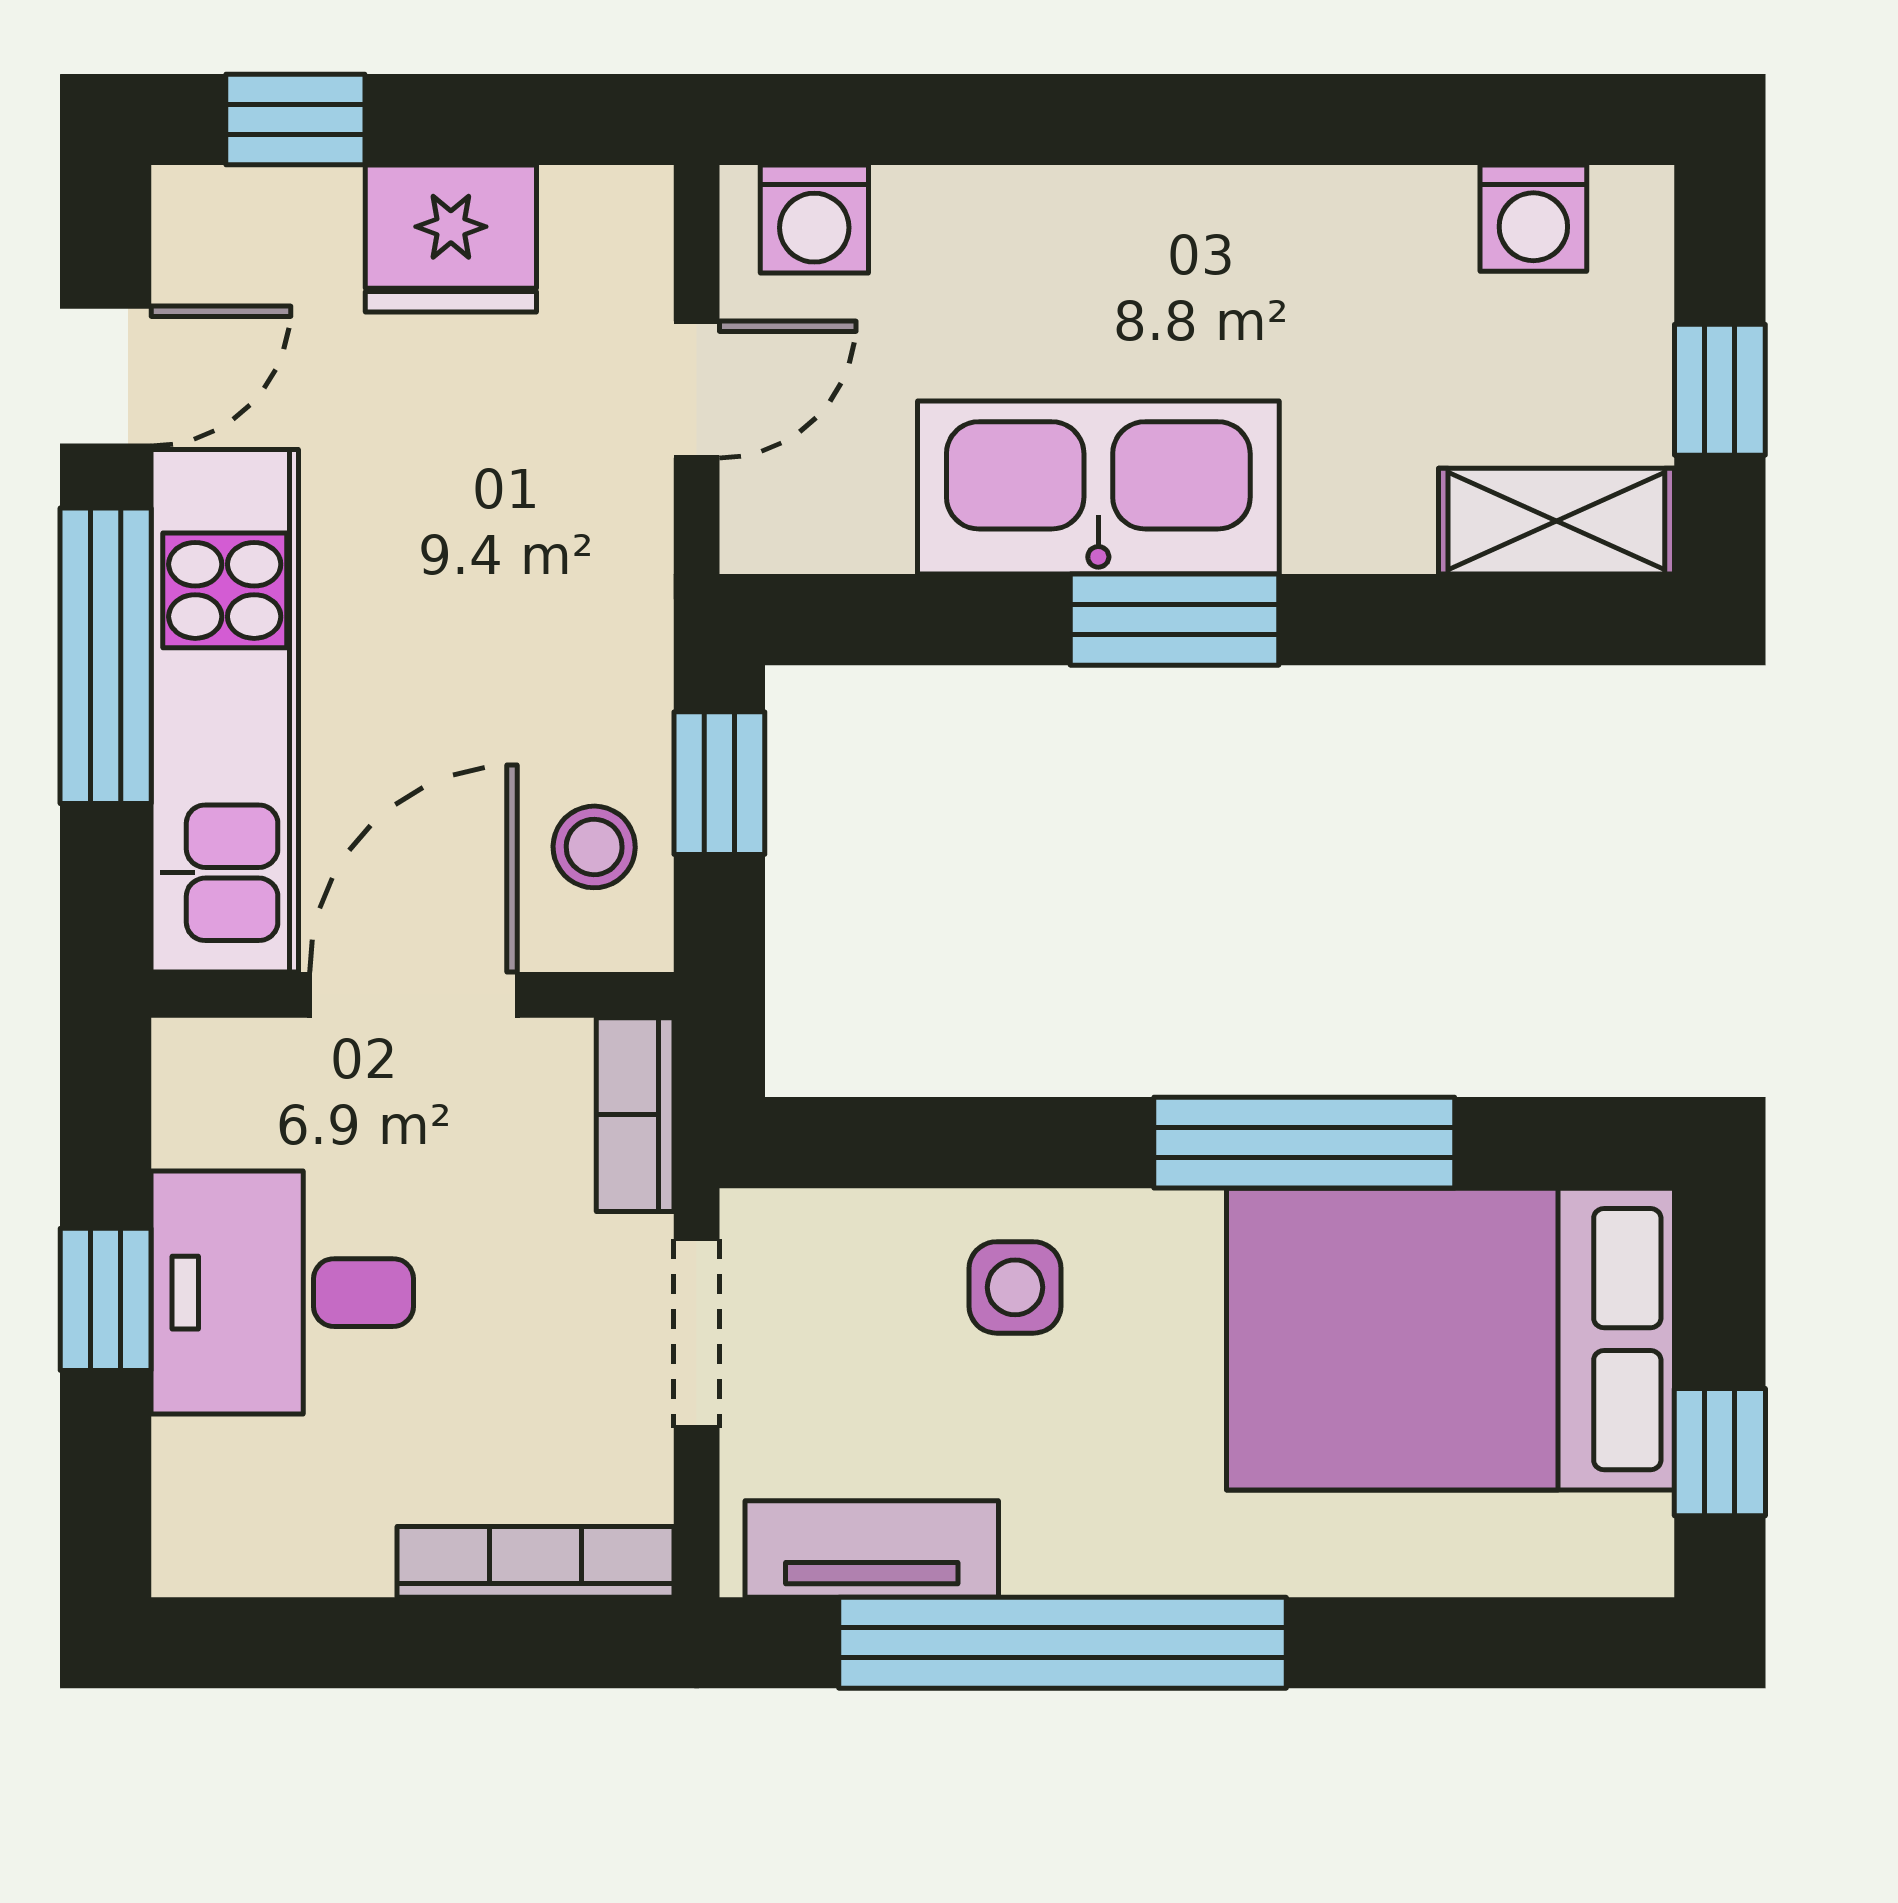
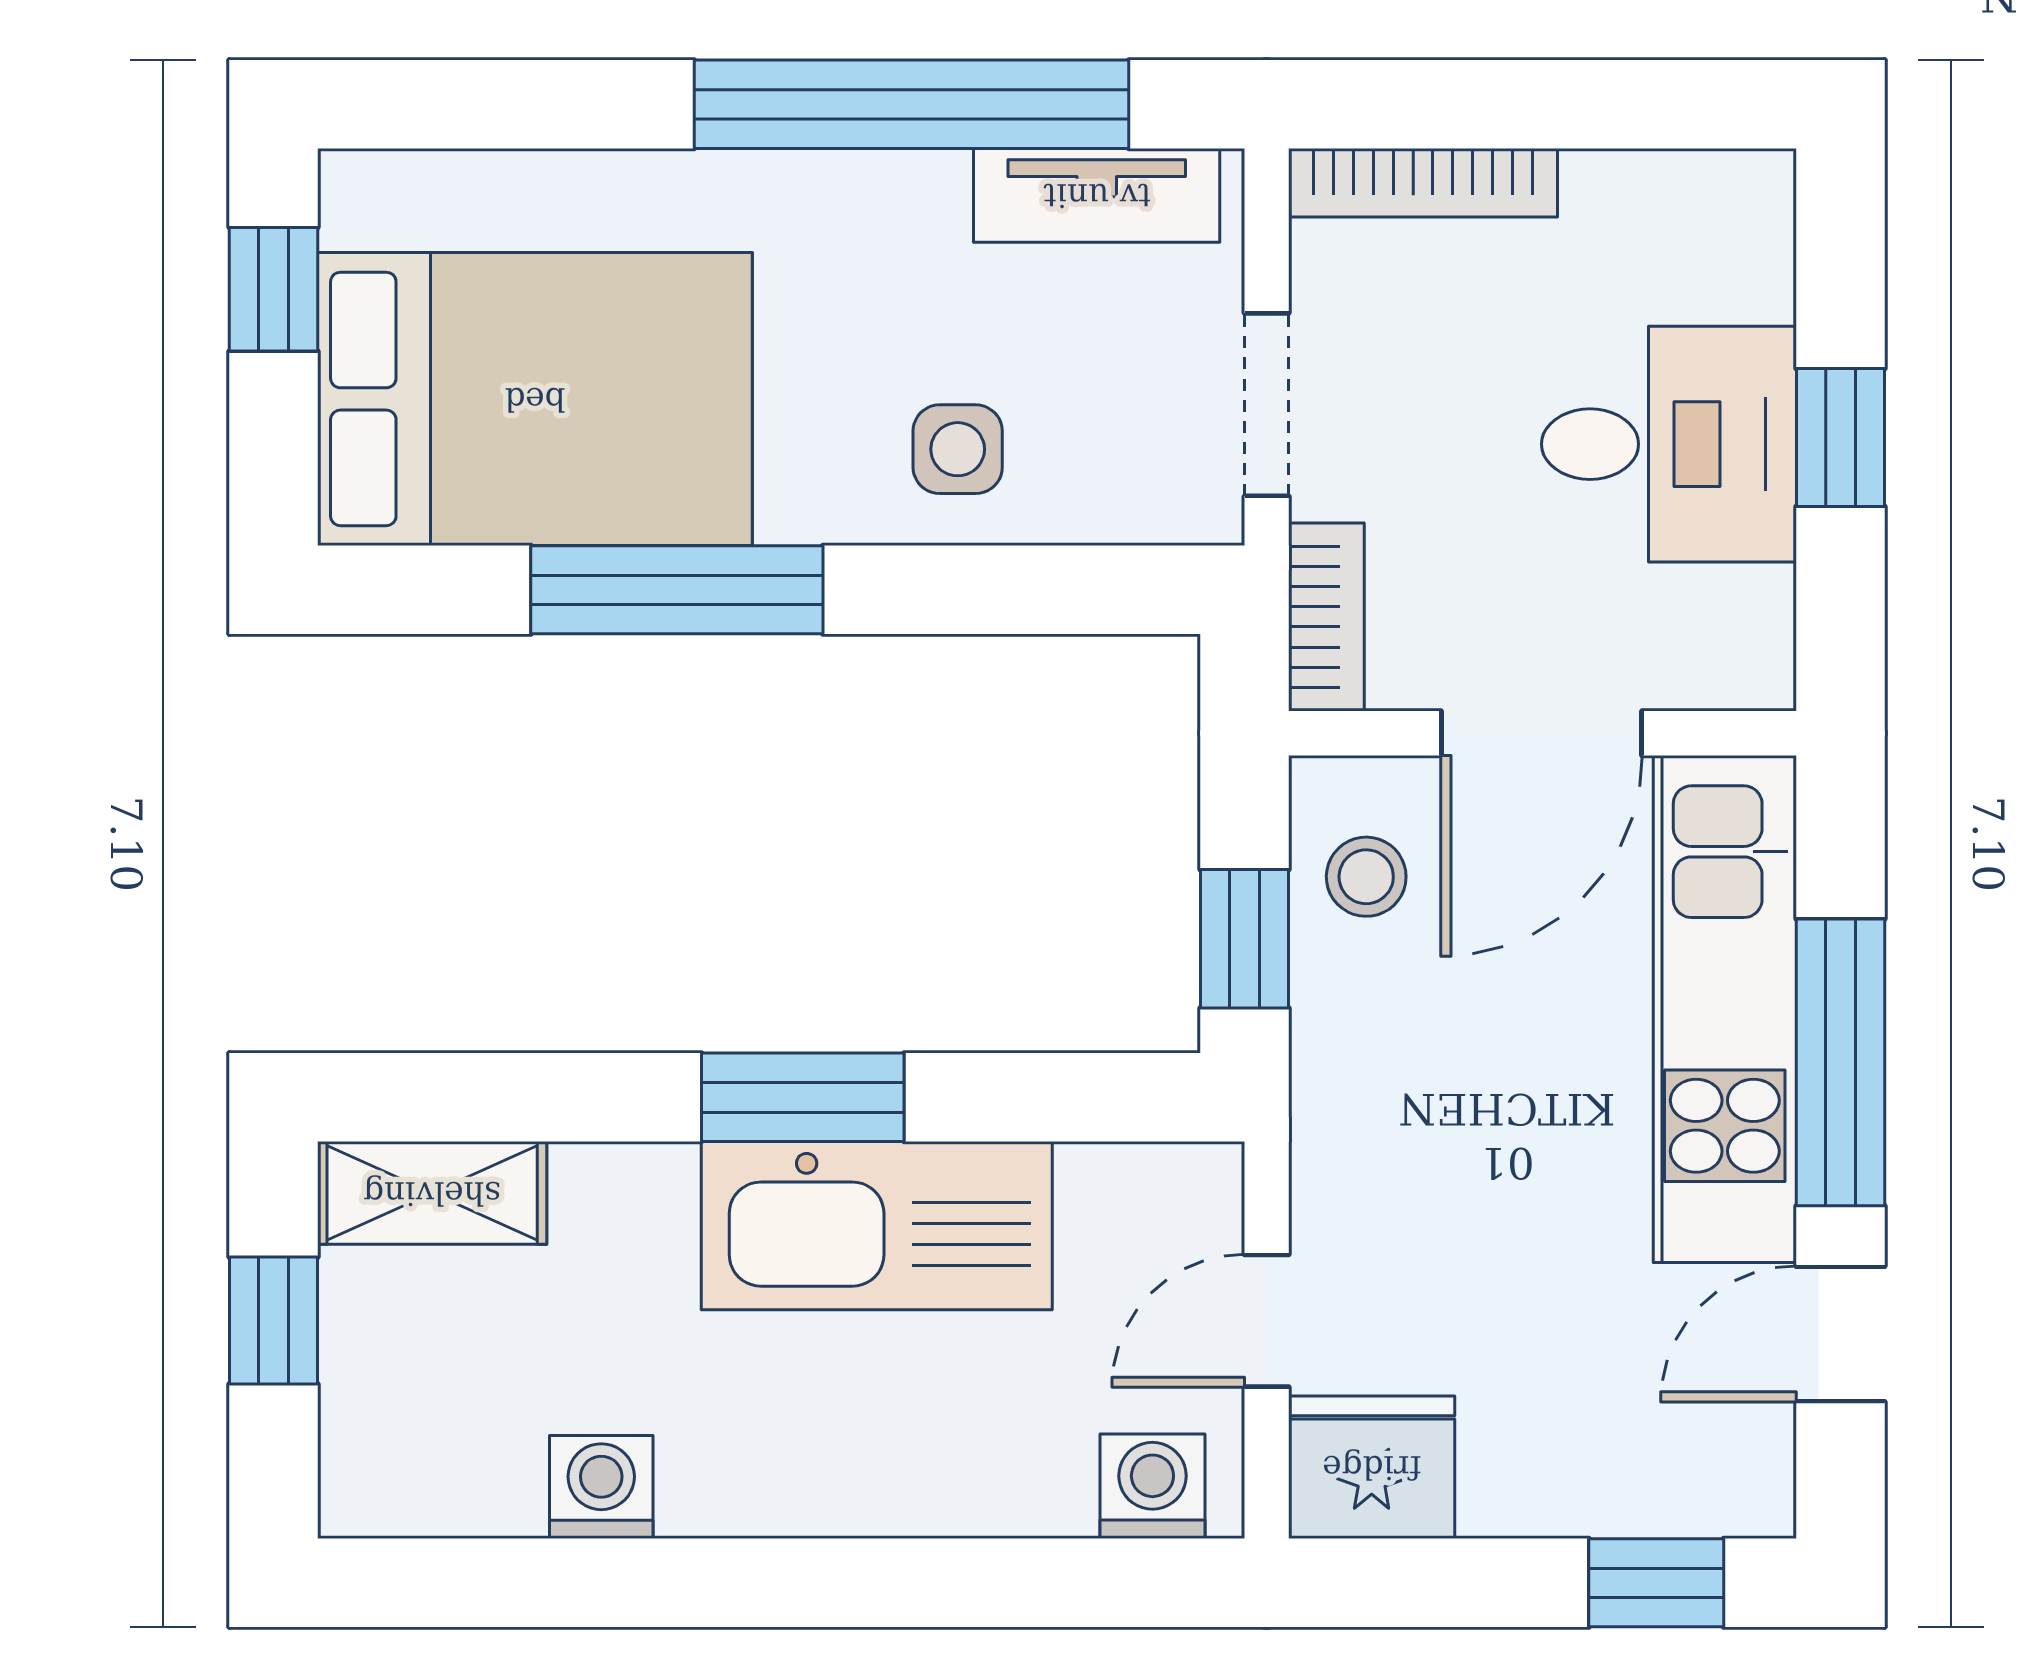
washing machine: (1533, 218) -> (601, 1487), moved
fridge: (451, 238) -> (1372, 1467), moved

